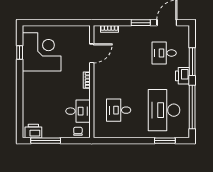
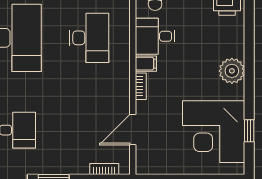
plant: (30, 90) -> (232, 71), added
filing cabinet: (84, 94) -> (146, 64), added
desk: (119, 110) -> (89, 38), width x1.37

